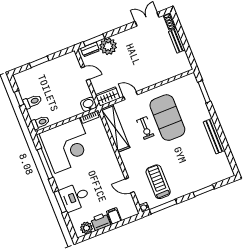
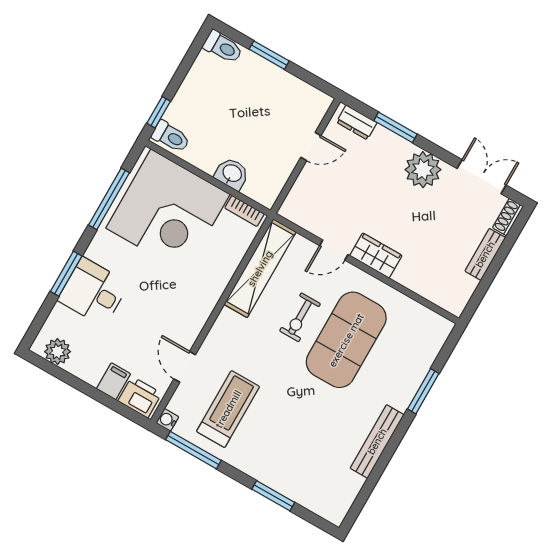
window: (94, 40) -> (396, 127), moved
plant: (108, 46) -> (423, 170), moved
door: (85, 73) -> (311, 147), hinge flipped
window: (204, 92) -> (423, 391), moved
wardrobe: (108, 96) -> (376, 256), moved
door: (131, 96) -> (334, 250), swing flipped
window: (19, 98) -> (159, 112), moved
toilet: (32, 102) -> (223, 47), moved
washbasin: (88, 104) -> (232, 174), moved
printer: (101, 222) -> (140, 397), moved

